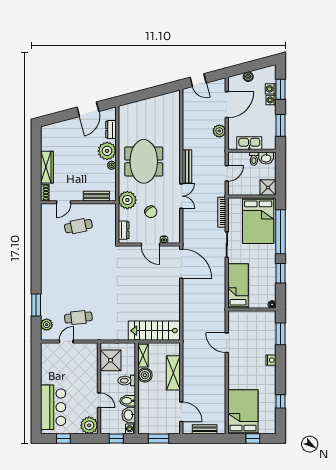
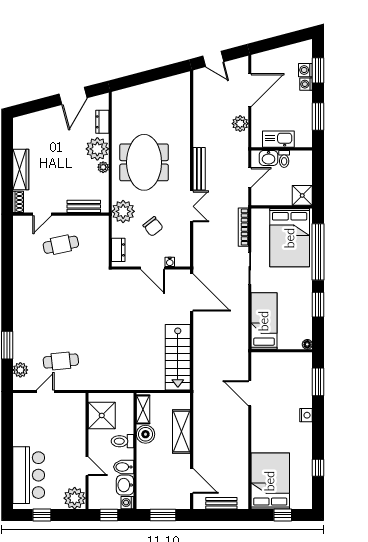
boiler: (248, 77) -> (277, 55), removed
washbasin: (266, 158) -> (269, 158), moved
stairs: (154, 331) -> (178, 357), moved, turned -90

